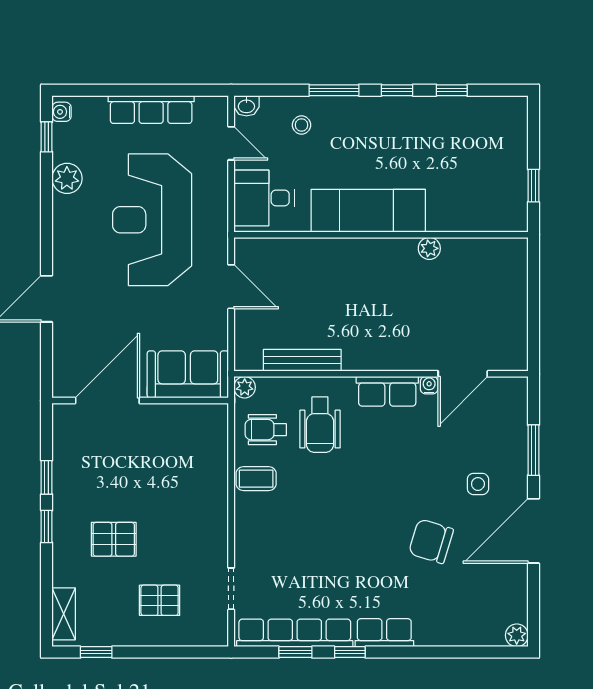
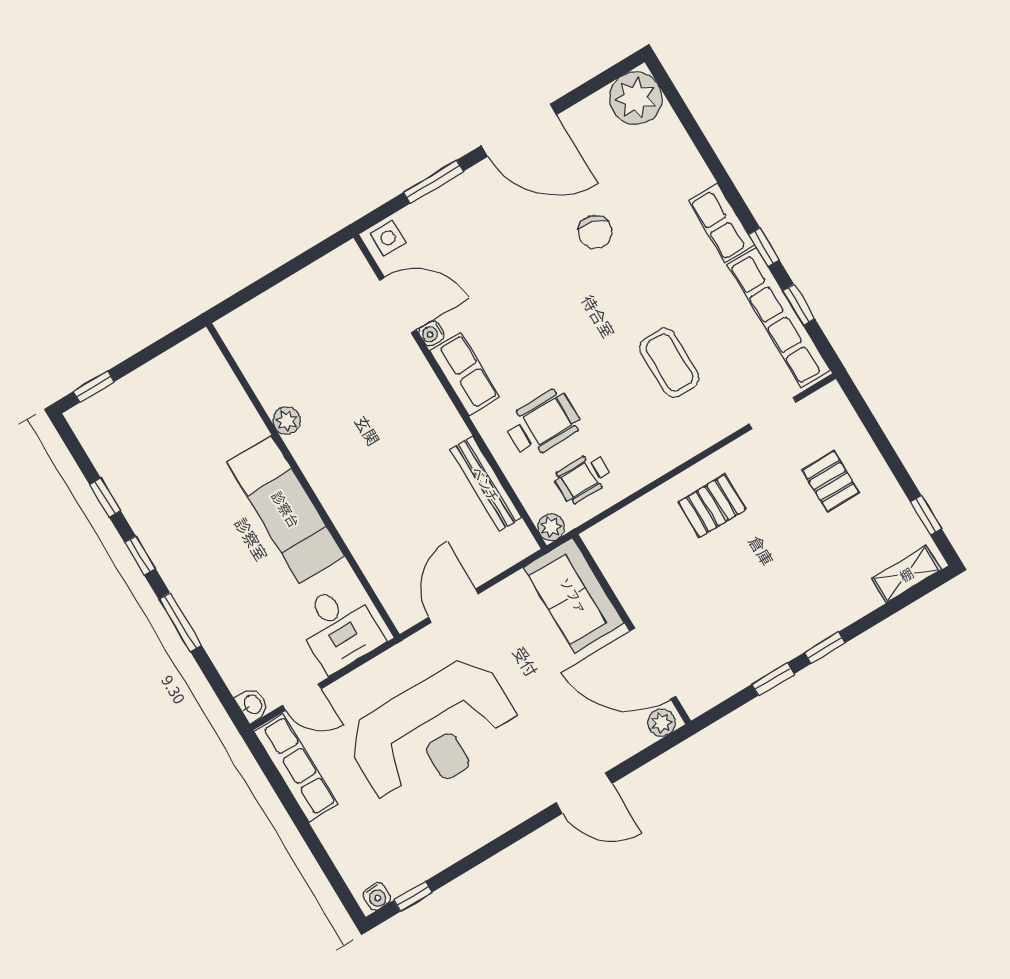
row of seats: (151, 109) -> (296, 768), moved
stool: (302, 125) -> (238, 634), removed
door: (231, 143) -> (302, 697), swing flipped
plant: (67, 178) -> (661, 723), moved, width x0.73, depth x0.73
window: (533, 186) -> (94, 387), moved
wheelchair: (266, 430) -> (583, 478), turned 90
coffee table: (256, 479) -> (669, 363), moved, width x1.36, depth x1.30
side table: (478, 484) -> (388, 238), moved
pallet: (114, 539) -> (712, 506), moved, turned 90
chair: (431, 541) -> (595, 232), width x0.73, depth x0.73
plant: (517, 635) -> (636, 98), width x1.88, depth x1.88

